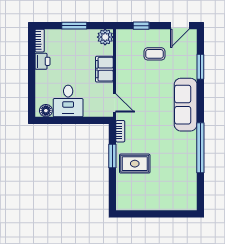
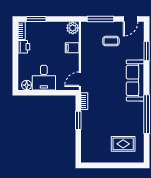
window: (74, 26) -> (36, 19), moved
window: (141, 26) -> (101, 19), width x2.17
filing cabinet: (104, 69) -> (72, 48), width x0.50
door: (115, 103) -> (80, 79), swing flipped
rug: (135, 164) -> (123, 144), moved

